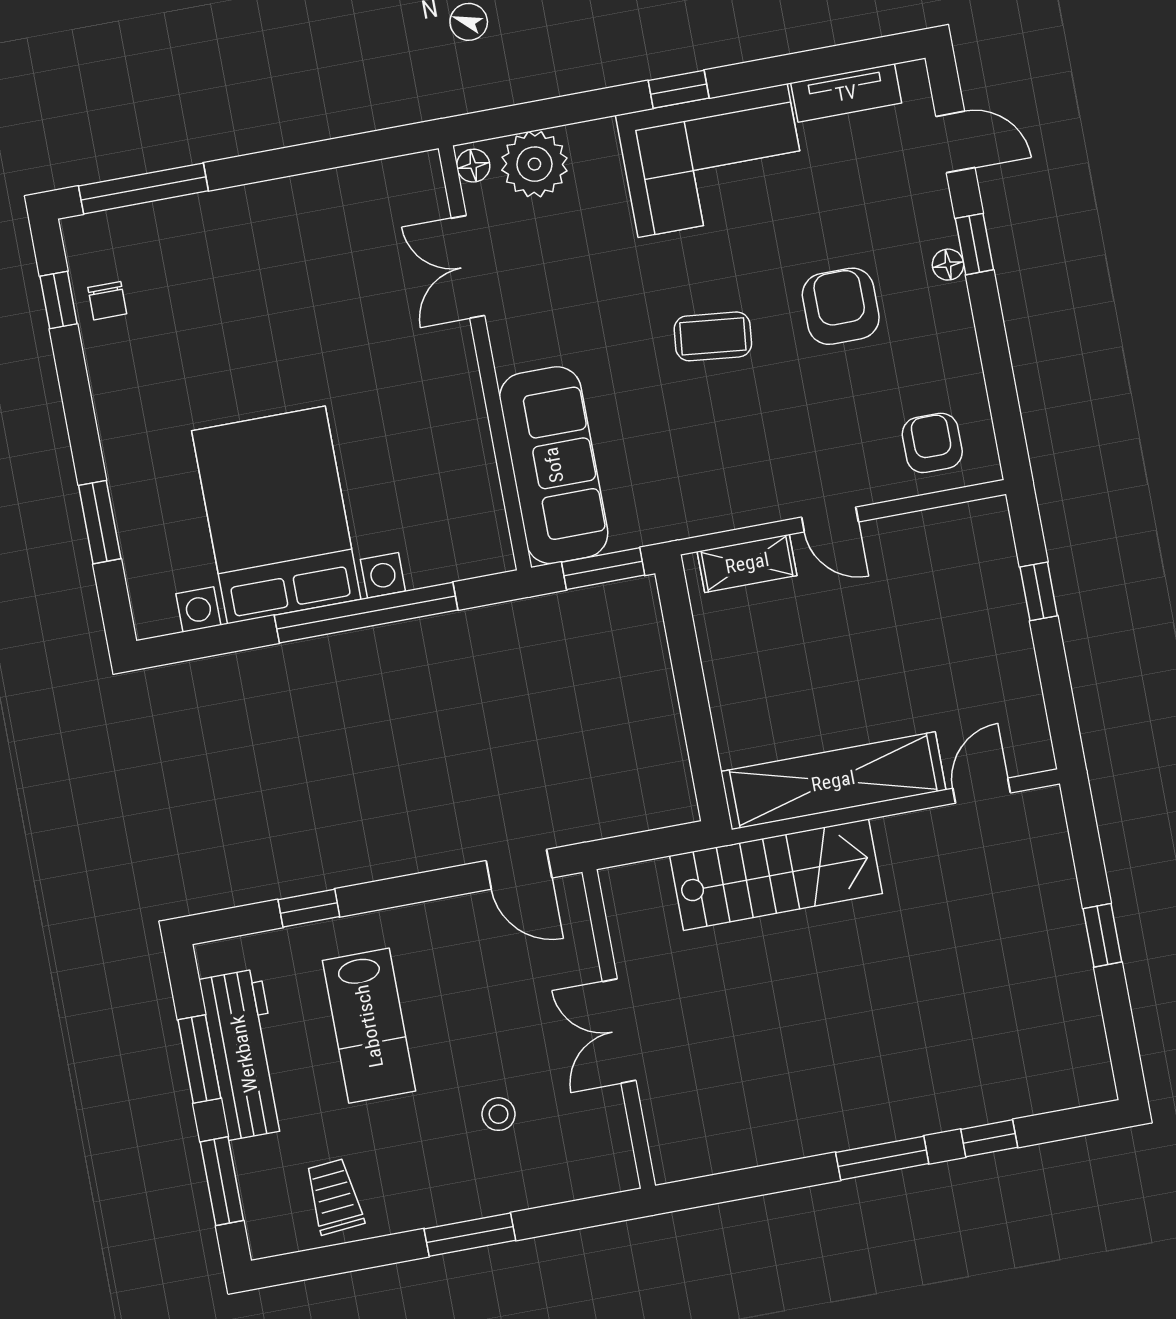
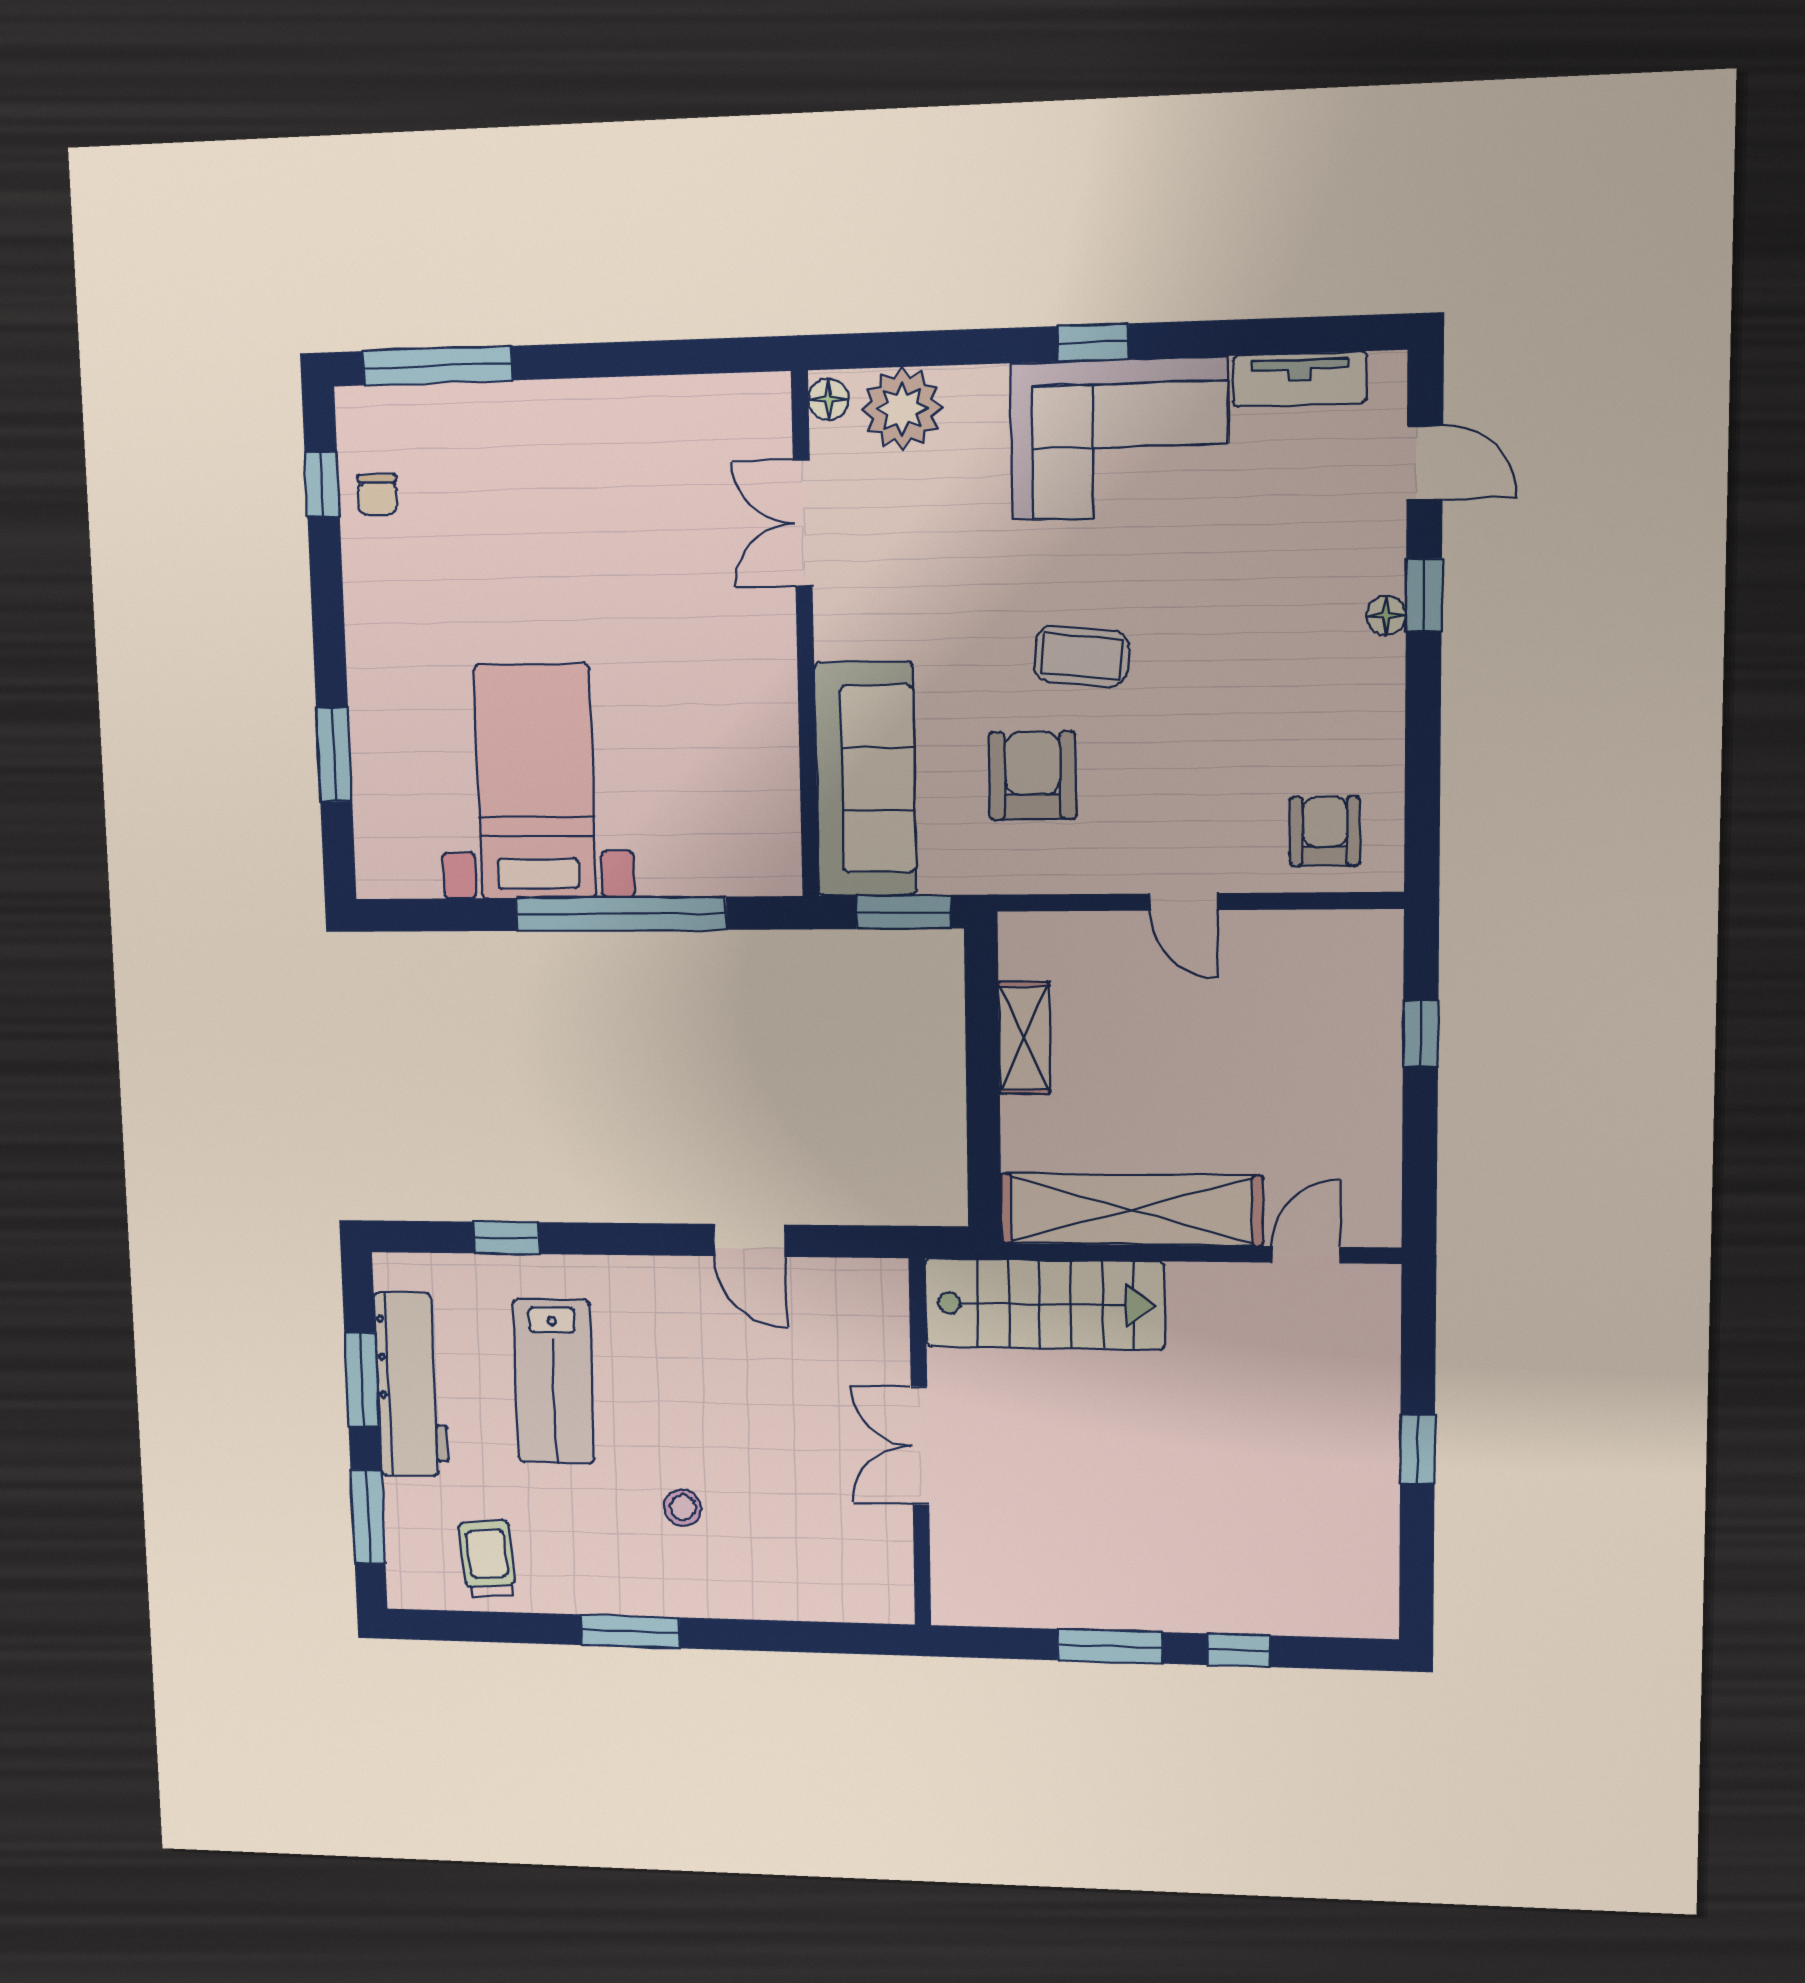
armchair: (841, 306) -> (1032, 775), moved
bed with nightstands: (276, 515) -> (535, 782), width x0.73
shelving: (747, 563) -> (1024, 1038), moved, turned 90
wall: (619, 1029) -> (920, 1443), moved
double door: (619, 1031) -> (920, 1446), moved

